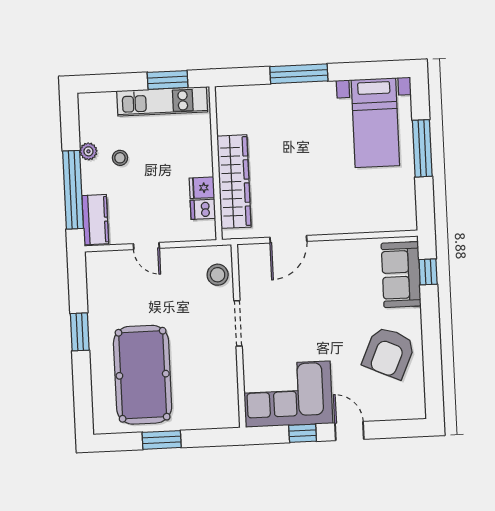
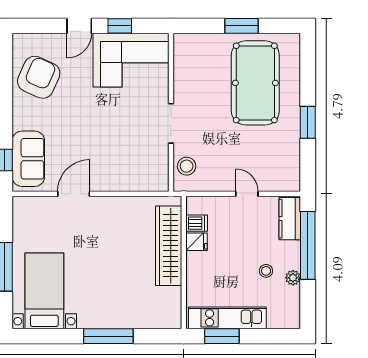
door: (288, 239) -> (74, 194), moved
armchair: (389, 353) -> (39, 77), moved
door: (349, 431) -> (79, 26), hinge flipped

